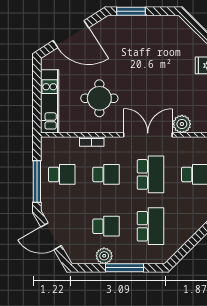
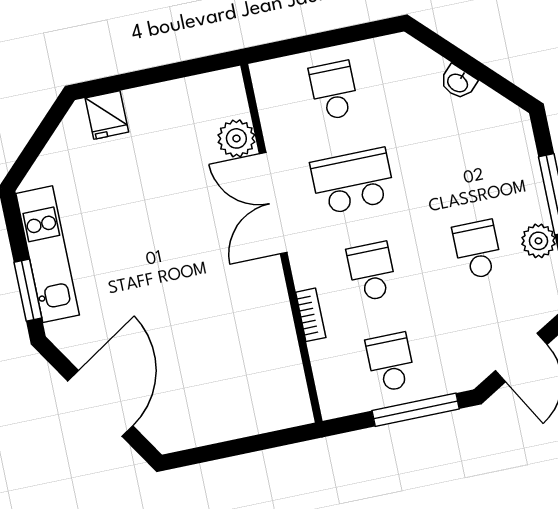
round table: (99, 98) -> (219, 318), removed
kitchen unit: (50, 101) -> (48, 254), moved, turned 90
school desk: (150, 226) -> (458, 159), removed
washbasin: (186, 234) -> (458, 82), added

